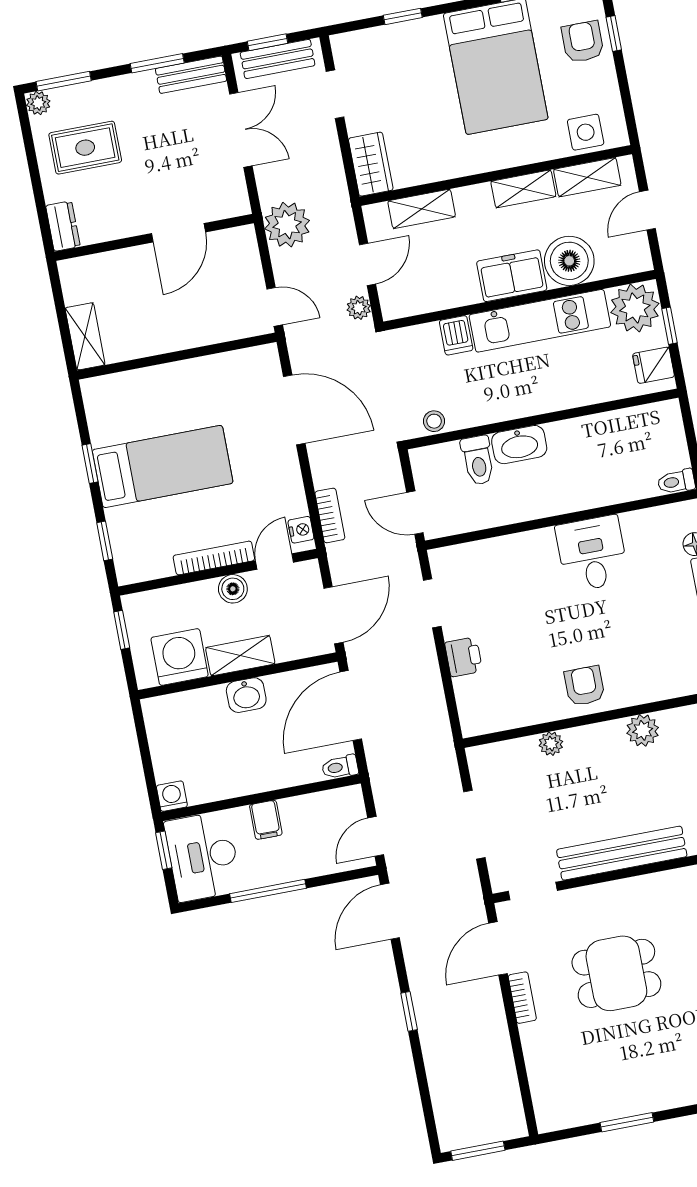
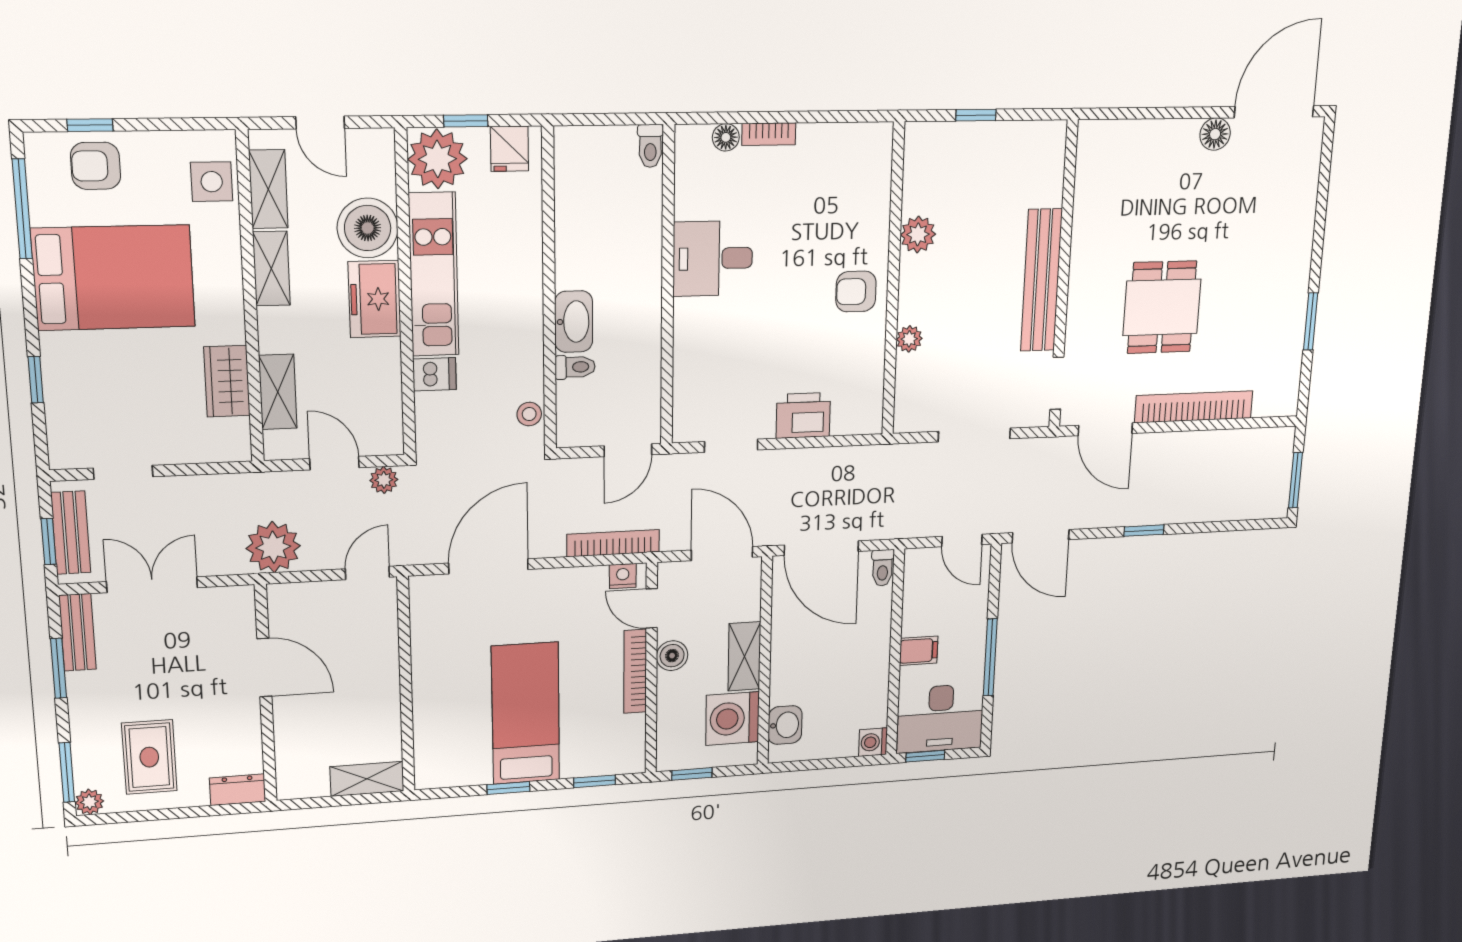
wardrobe: (371, 164) -> (227, 381), moved, turned -90
toilet: (478, 460) -> (575, 367), width x0.73, depth x0.72
bookcase: (330, 515) -> (613, 543), width x1.56
printer: (464, 657) -> (803, 415), width x1.36, depth x1.24
washbasin: (246, 695) -> (785, 725), moved
bookcase: (522, 998) -> (1194, 407), width x2.31, depth x1.31

